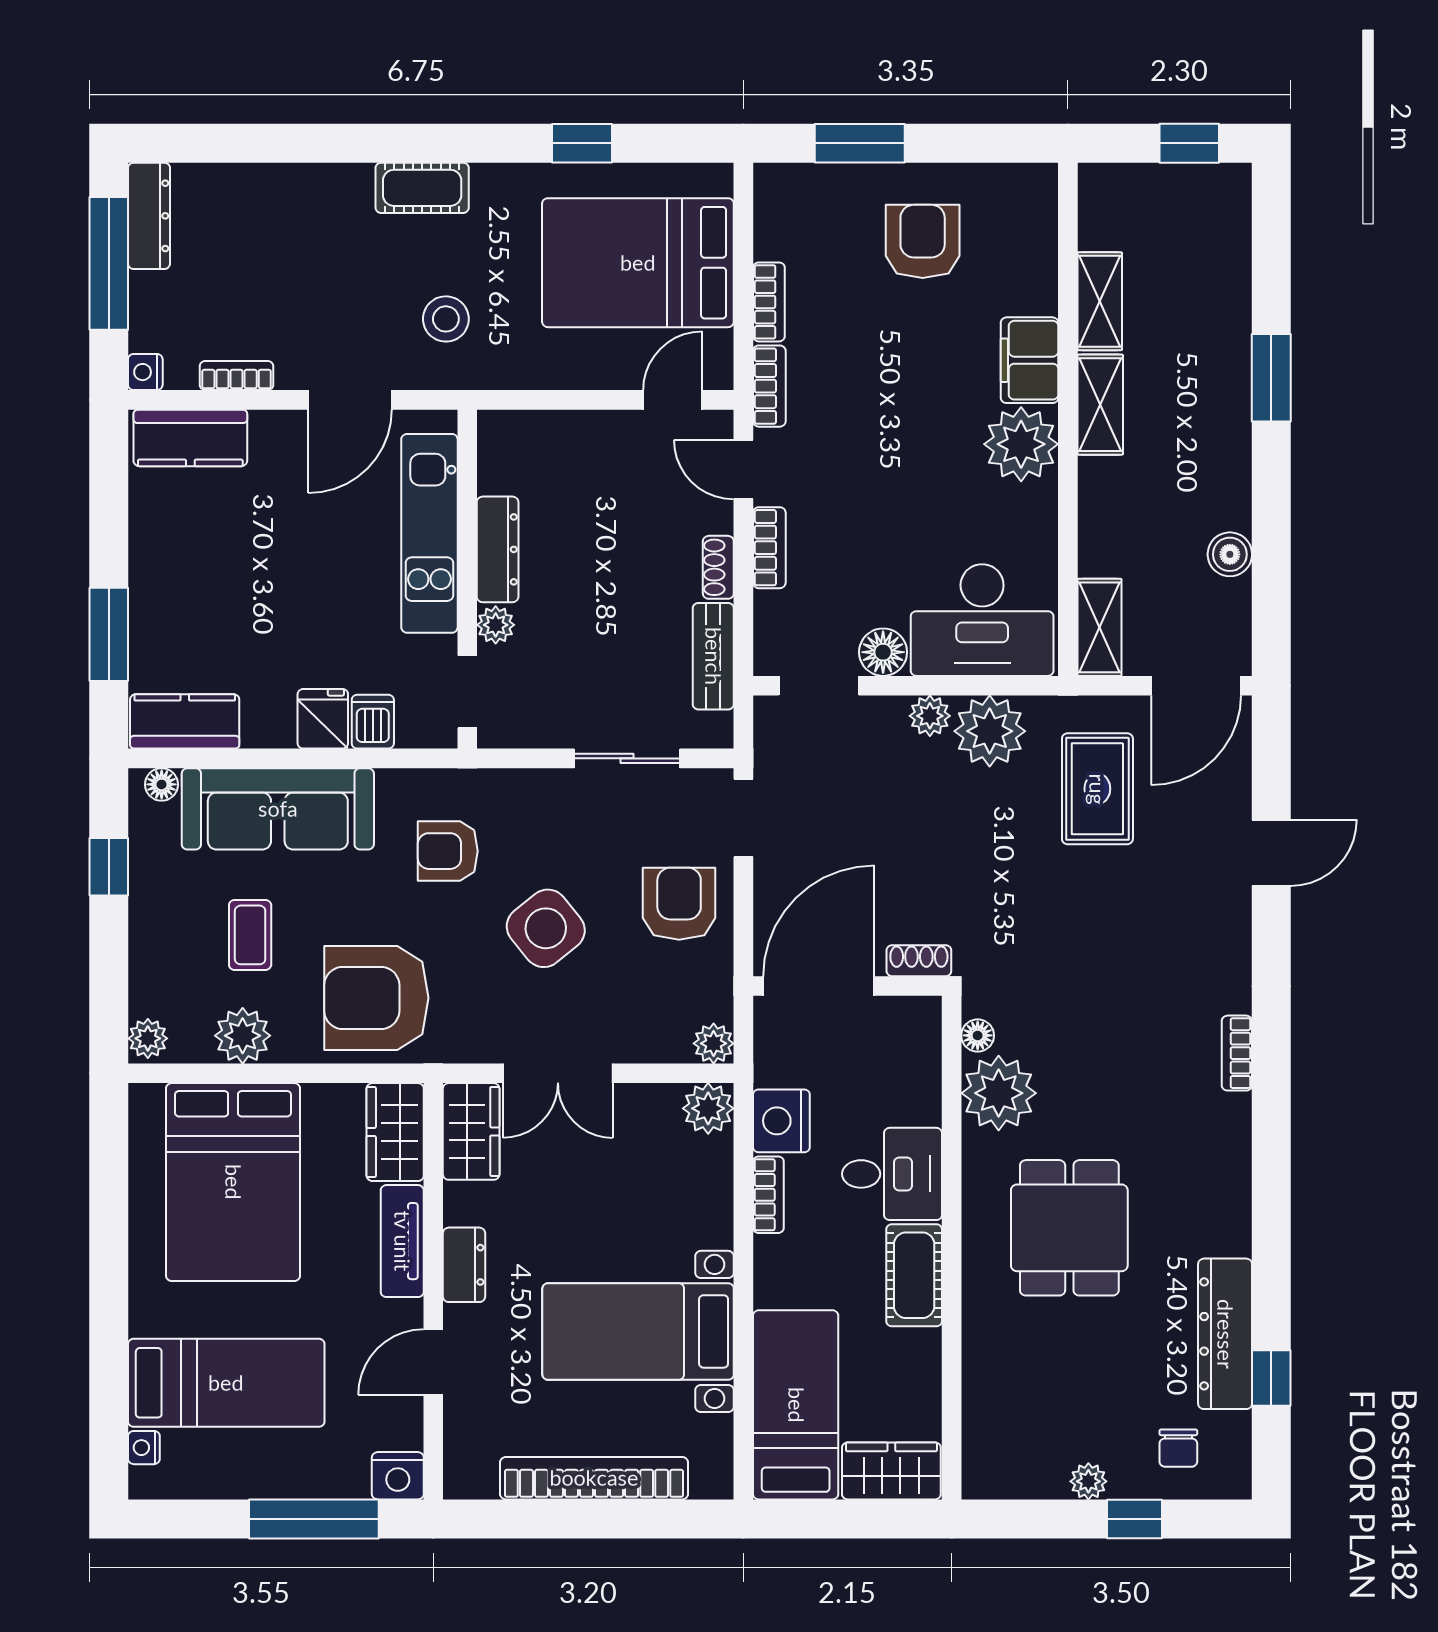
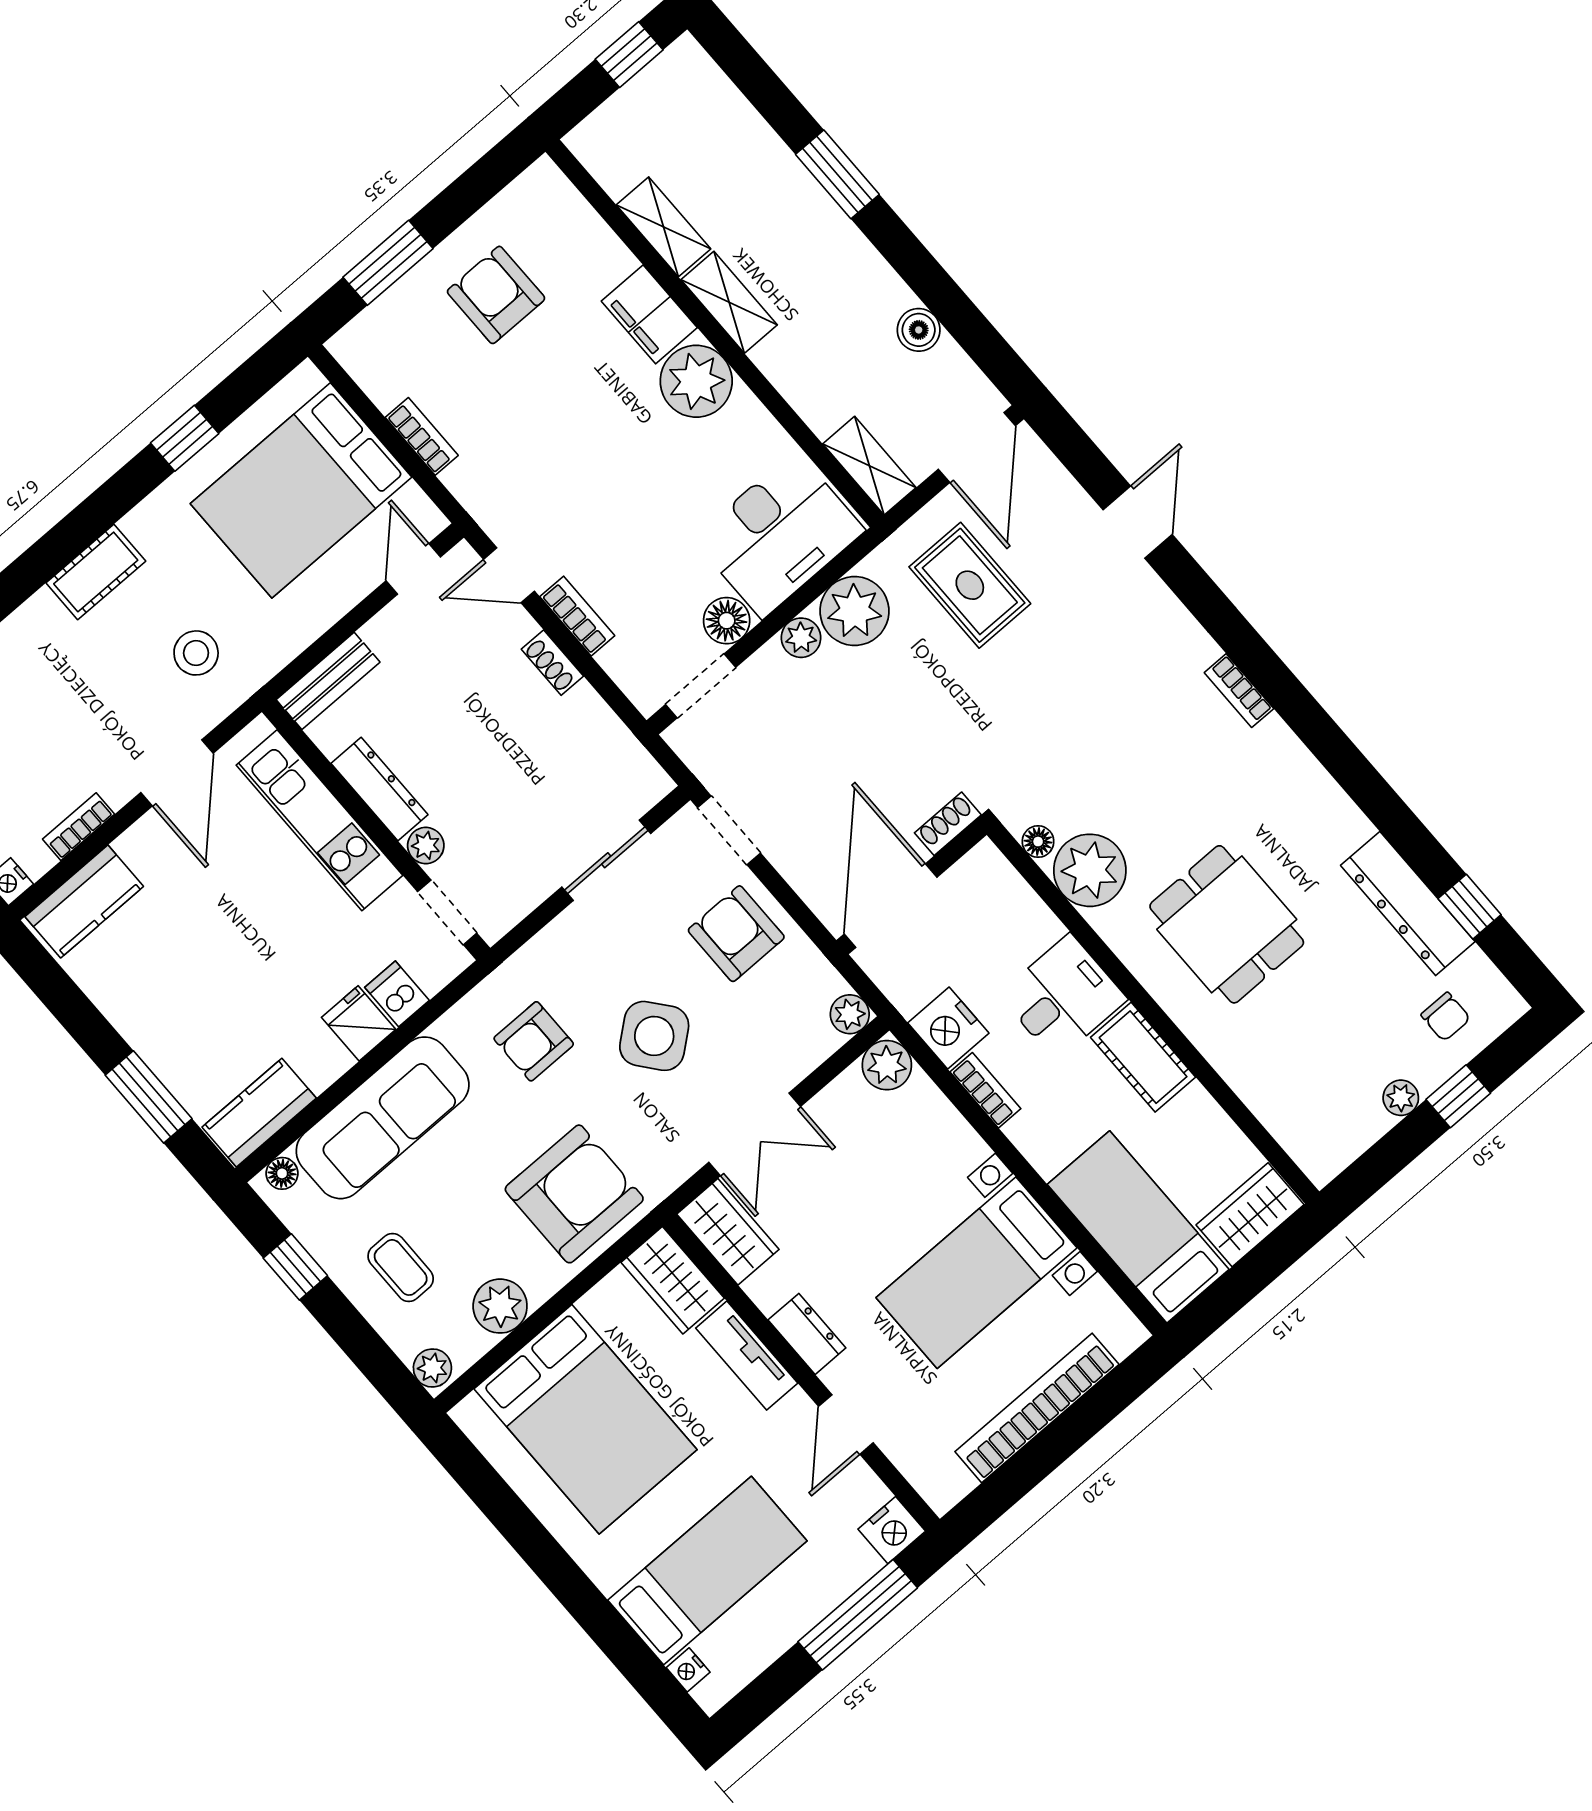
bookcase: (769, 386) -> (475, 498), removed
bench: (713, 656) -> (328, 681), moved, turned 90
coffee table: (250, 935) -> (401, 1267), moved
armchair: (376, 998) -> (574, 1194), turned 180

